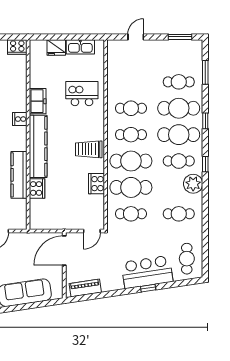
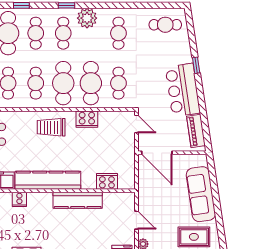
cafe table: (179, 135) -> (36, 33), width x0.73, depth x0.74
trolley: (89, 149) -> (51, 127), turned 90
cooker: (37, 188) -> (107, 181), moved
bar counter: (147, 272) -> (183, 90), moved

